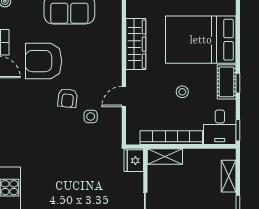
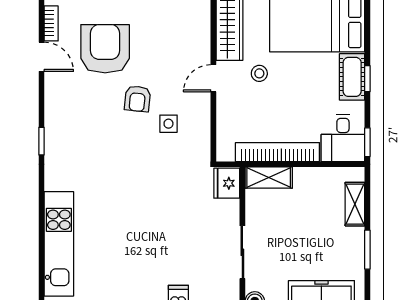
armchair: (44, 61) -> (105, 49), turned 90
stool: (182, 92) -> (259, 73), moved
door: (124, 97) -> (213, 78), moved

